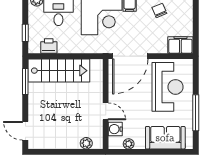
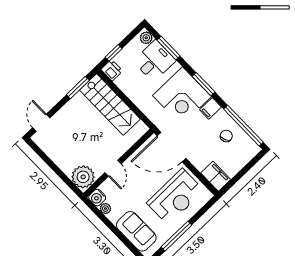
printer: (49, 46) -> (112, 70), moved
water cooler: (115, 129) -> (97, 198), moved, turned -90
plant: (86, 143) -> (83, 177), width x1.87, depth x1.87

